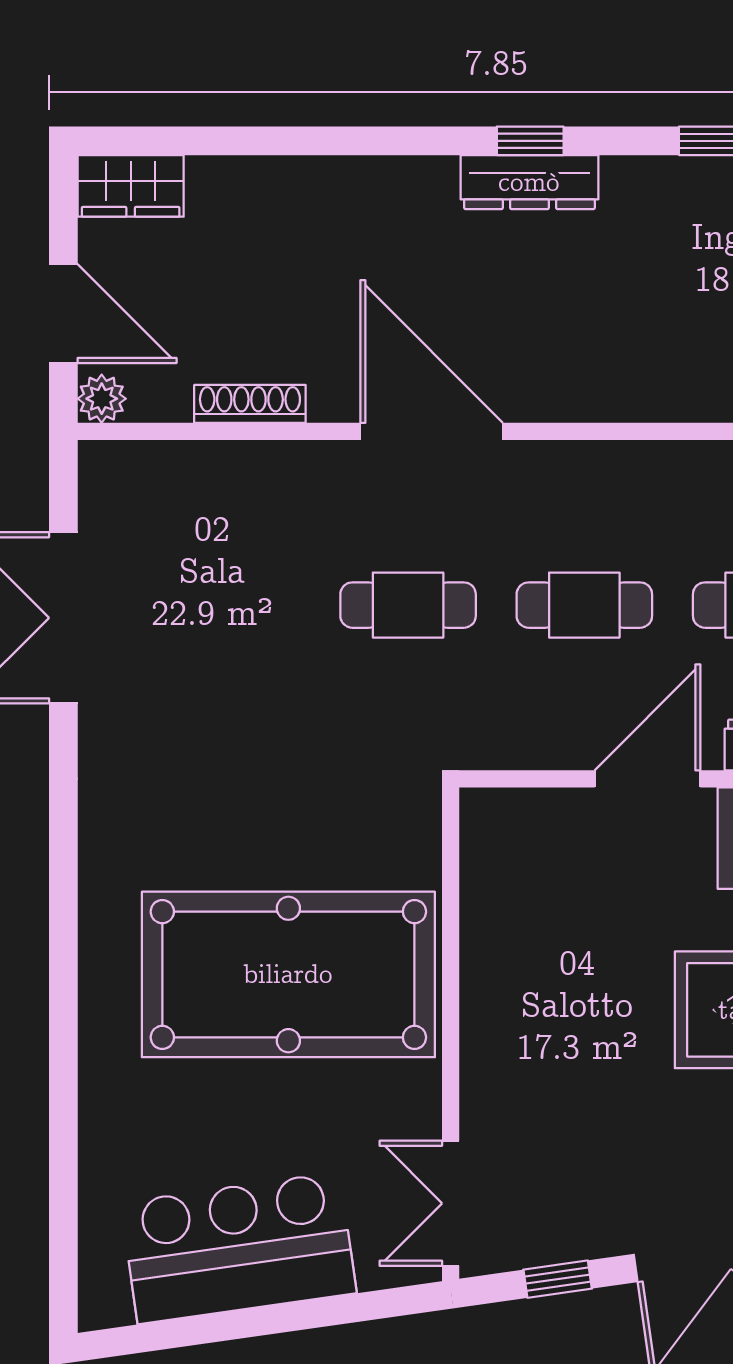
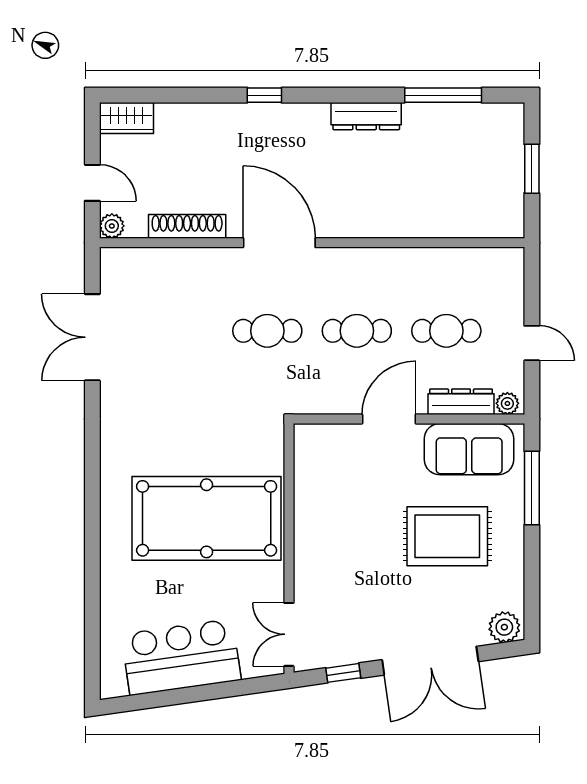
window: (530, 141) -> (264, 95), moved
dresser: (529, 182) -> (366, 116), moved
door: (63, 314) -> (92, 183), width x0.73
shoe rack: (250, 404) -> (187, 226), width x1.36, depth x1.24

